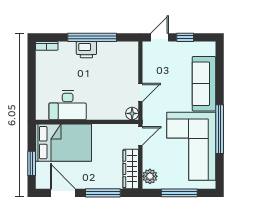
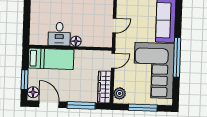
desk: (68, 105) -> (59, 34), width x0.73
floor lamp: (132, 113) -> (76, 41), moved
bed: (63, 143) -> (51, 59), width x0.67
floor lamp: (43, 179) -> (33, 92), added

